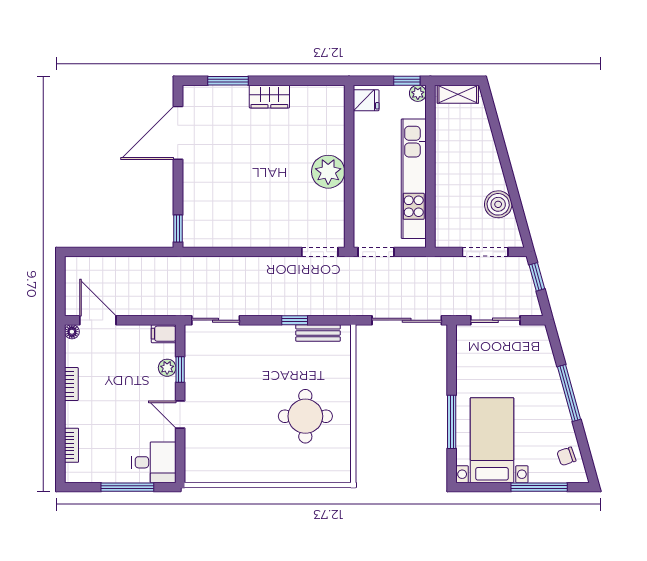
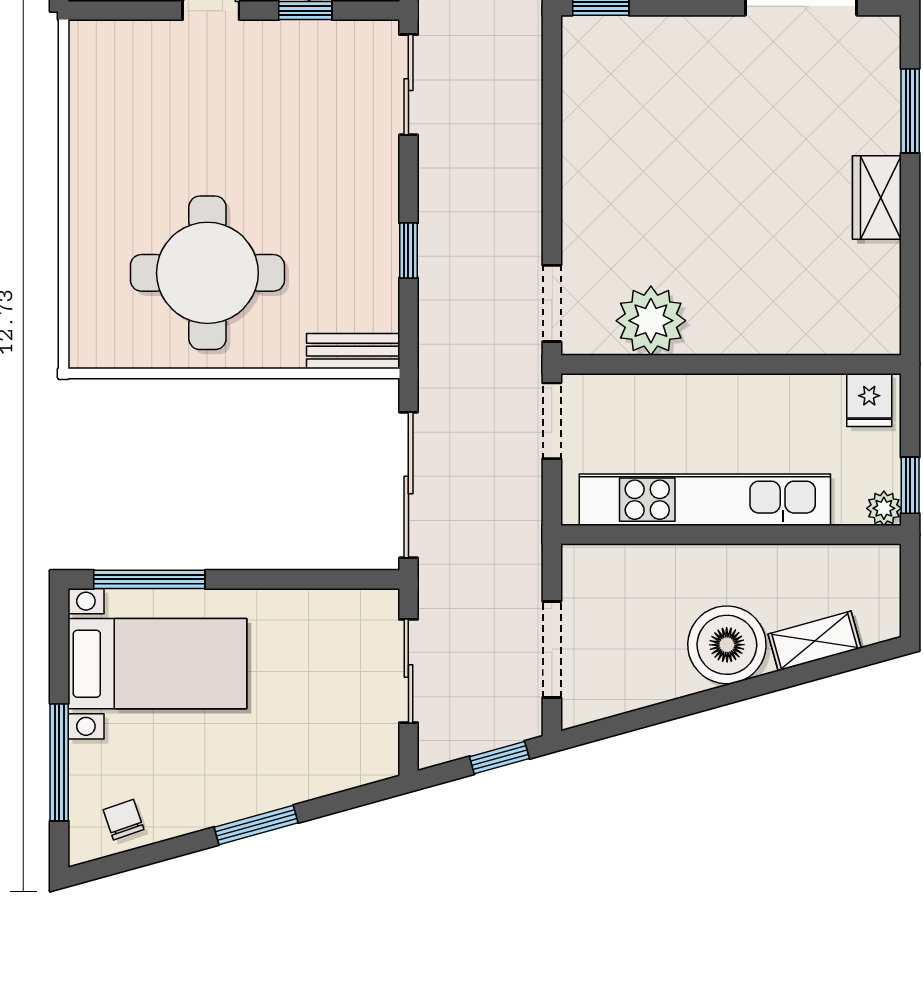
shelving: (458, 94) -> (815, 641), moved, turned 75
plant: (328, 172) -> (651, 321), moved
boiler: (498, 204) -> (727, 645), moved, width x1.37, depth x1.37
bench: (318, 333) -> (353, 351), moved, turned 90
window: (569, 393) -> (256, 825), width x0.69
round table: (305, 416) -> (207, 273), width x1.36, depth x1.36
window: (452, 422) -> (149, 579), moved

